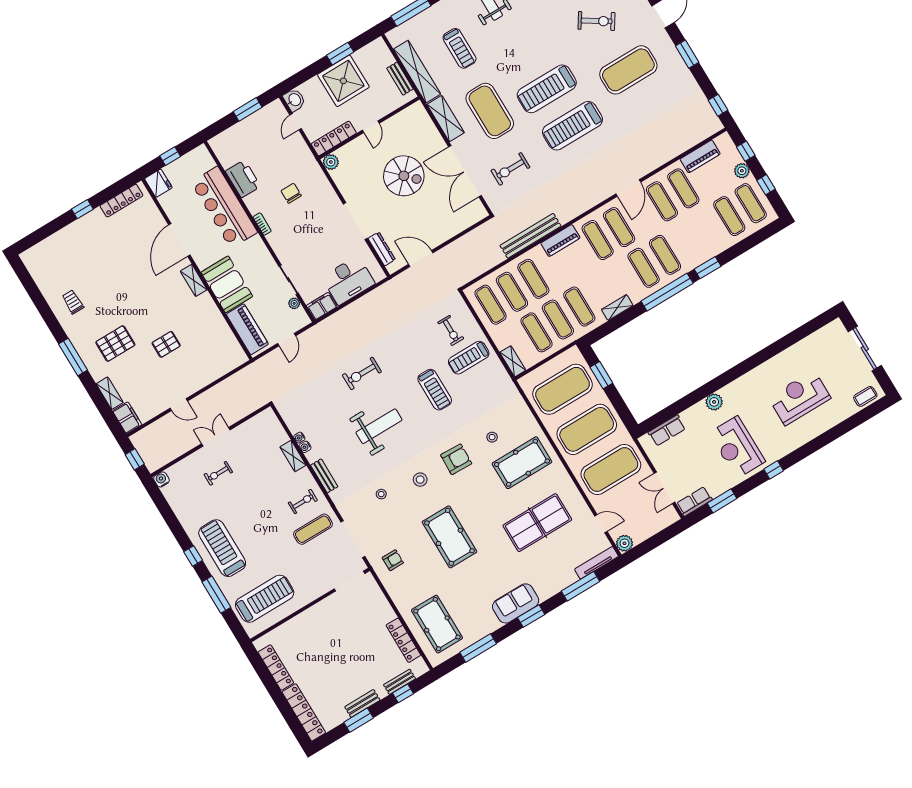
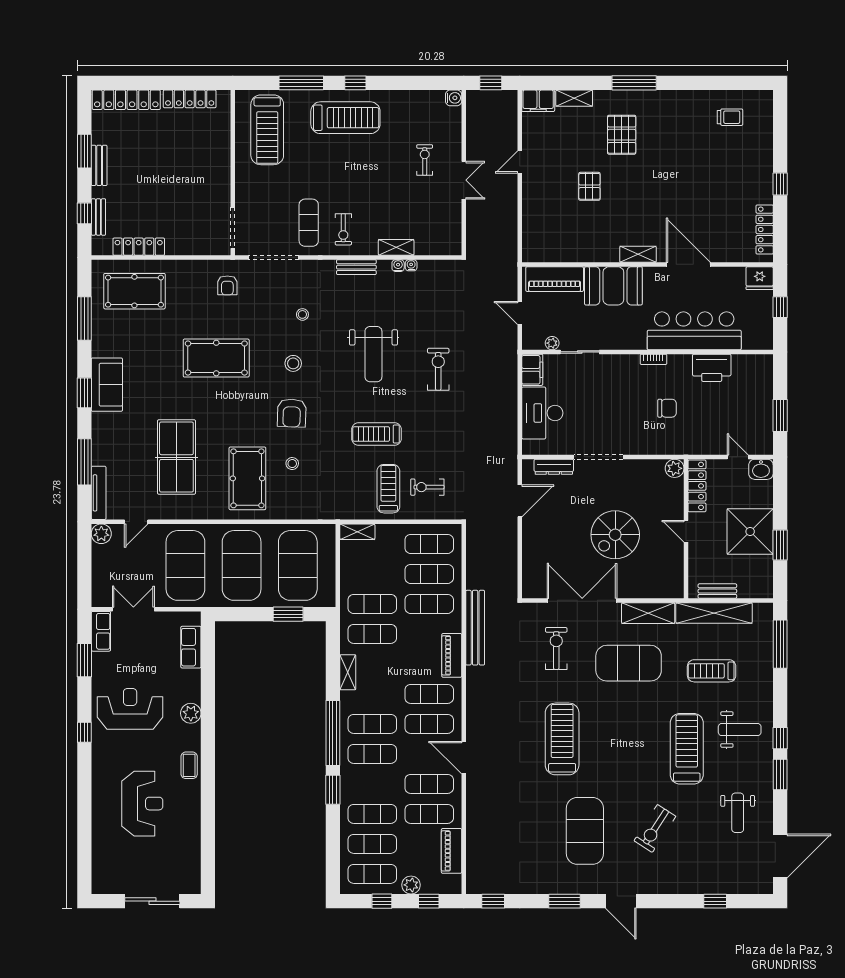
treadmill: (547, 89) -> (687, 749), moved
trolley: (73, 302) -> (730, 117), moved
exercise mat: (536, 332) -> (372, 814), moved
coffee table: (865, 396) -> (189, 765), moved

